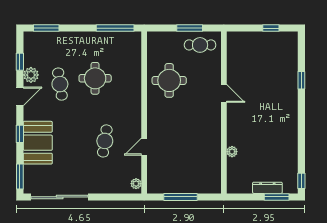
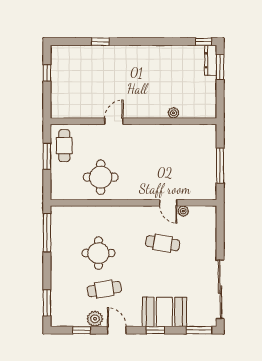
plant: (136, 184) -> (183, 211), moved
dresser: (267, 188) -> (211, 60), moved

